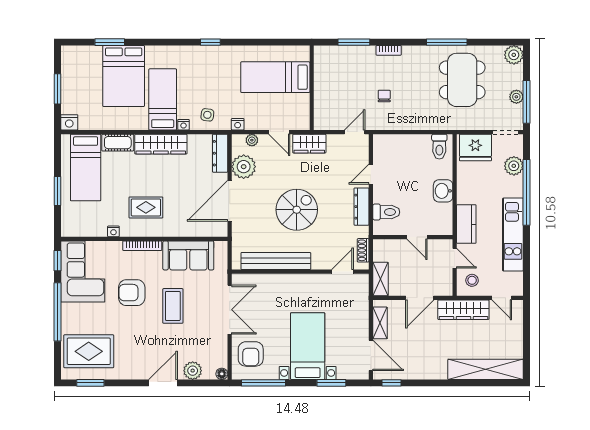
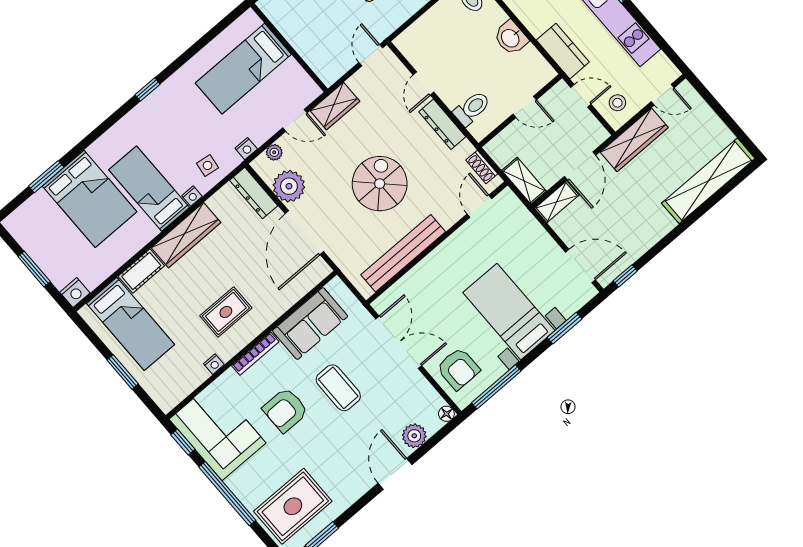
shelving: (380, 323) -> (557, 202), moved, turned 90

